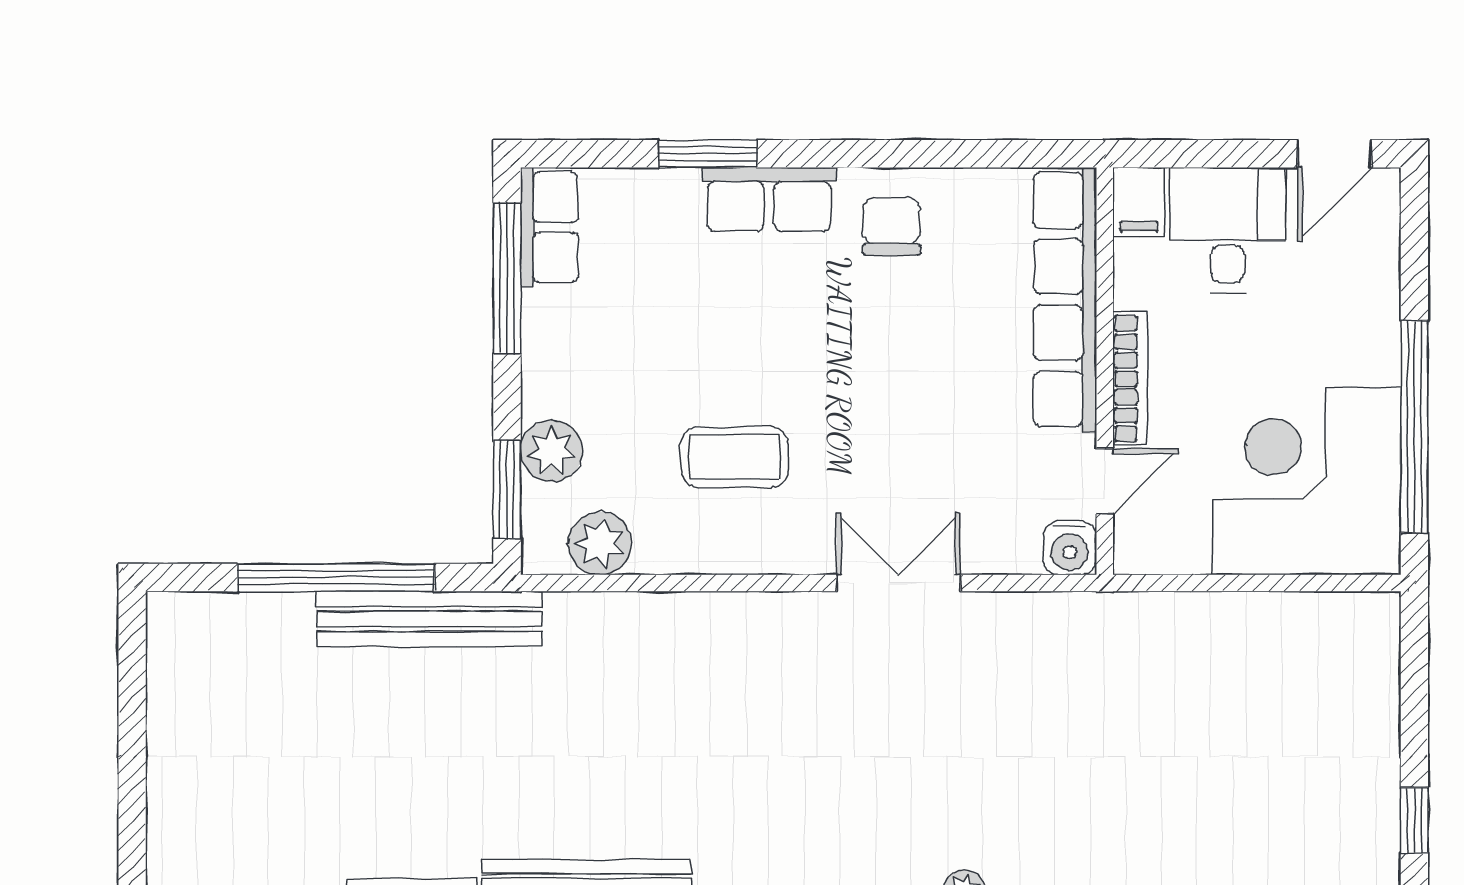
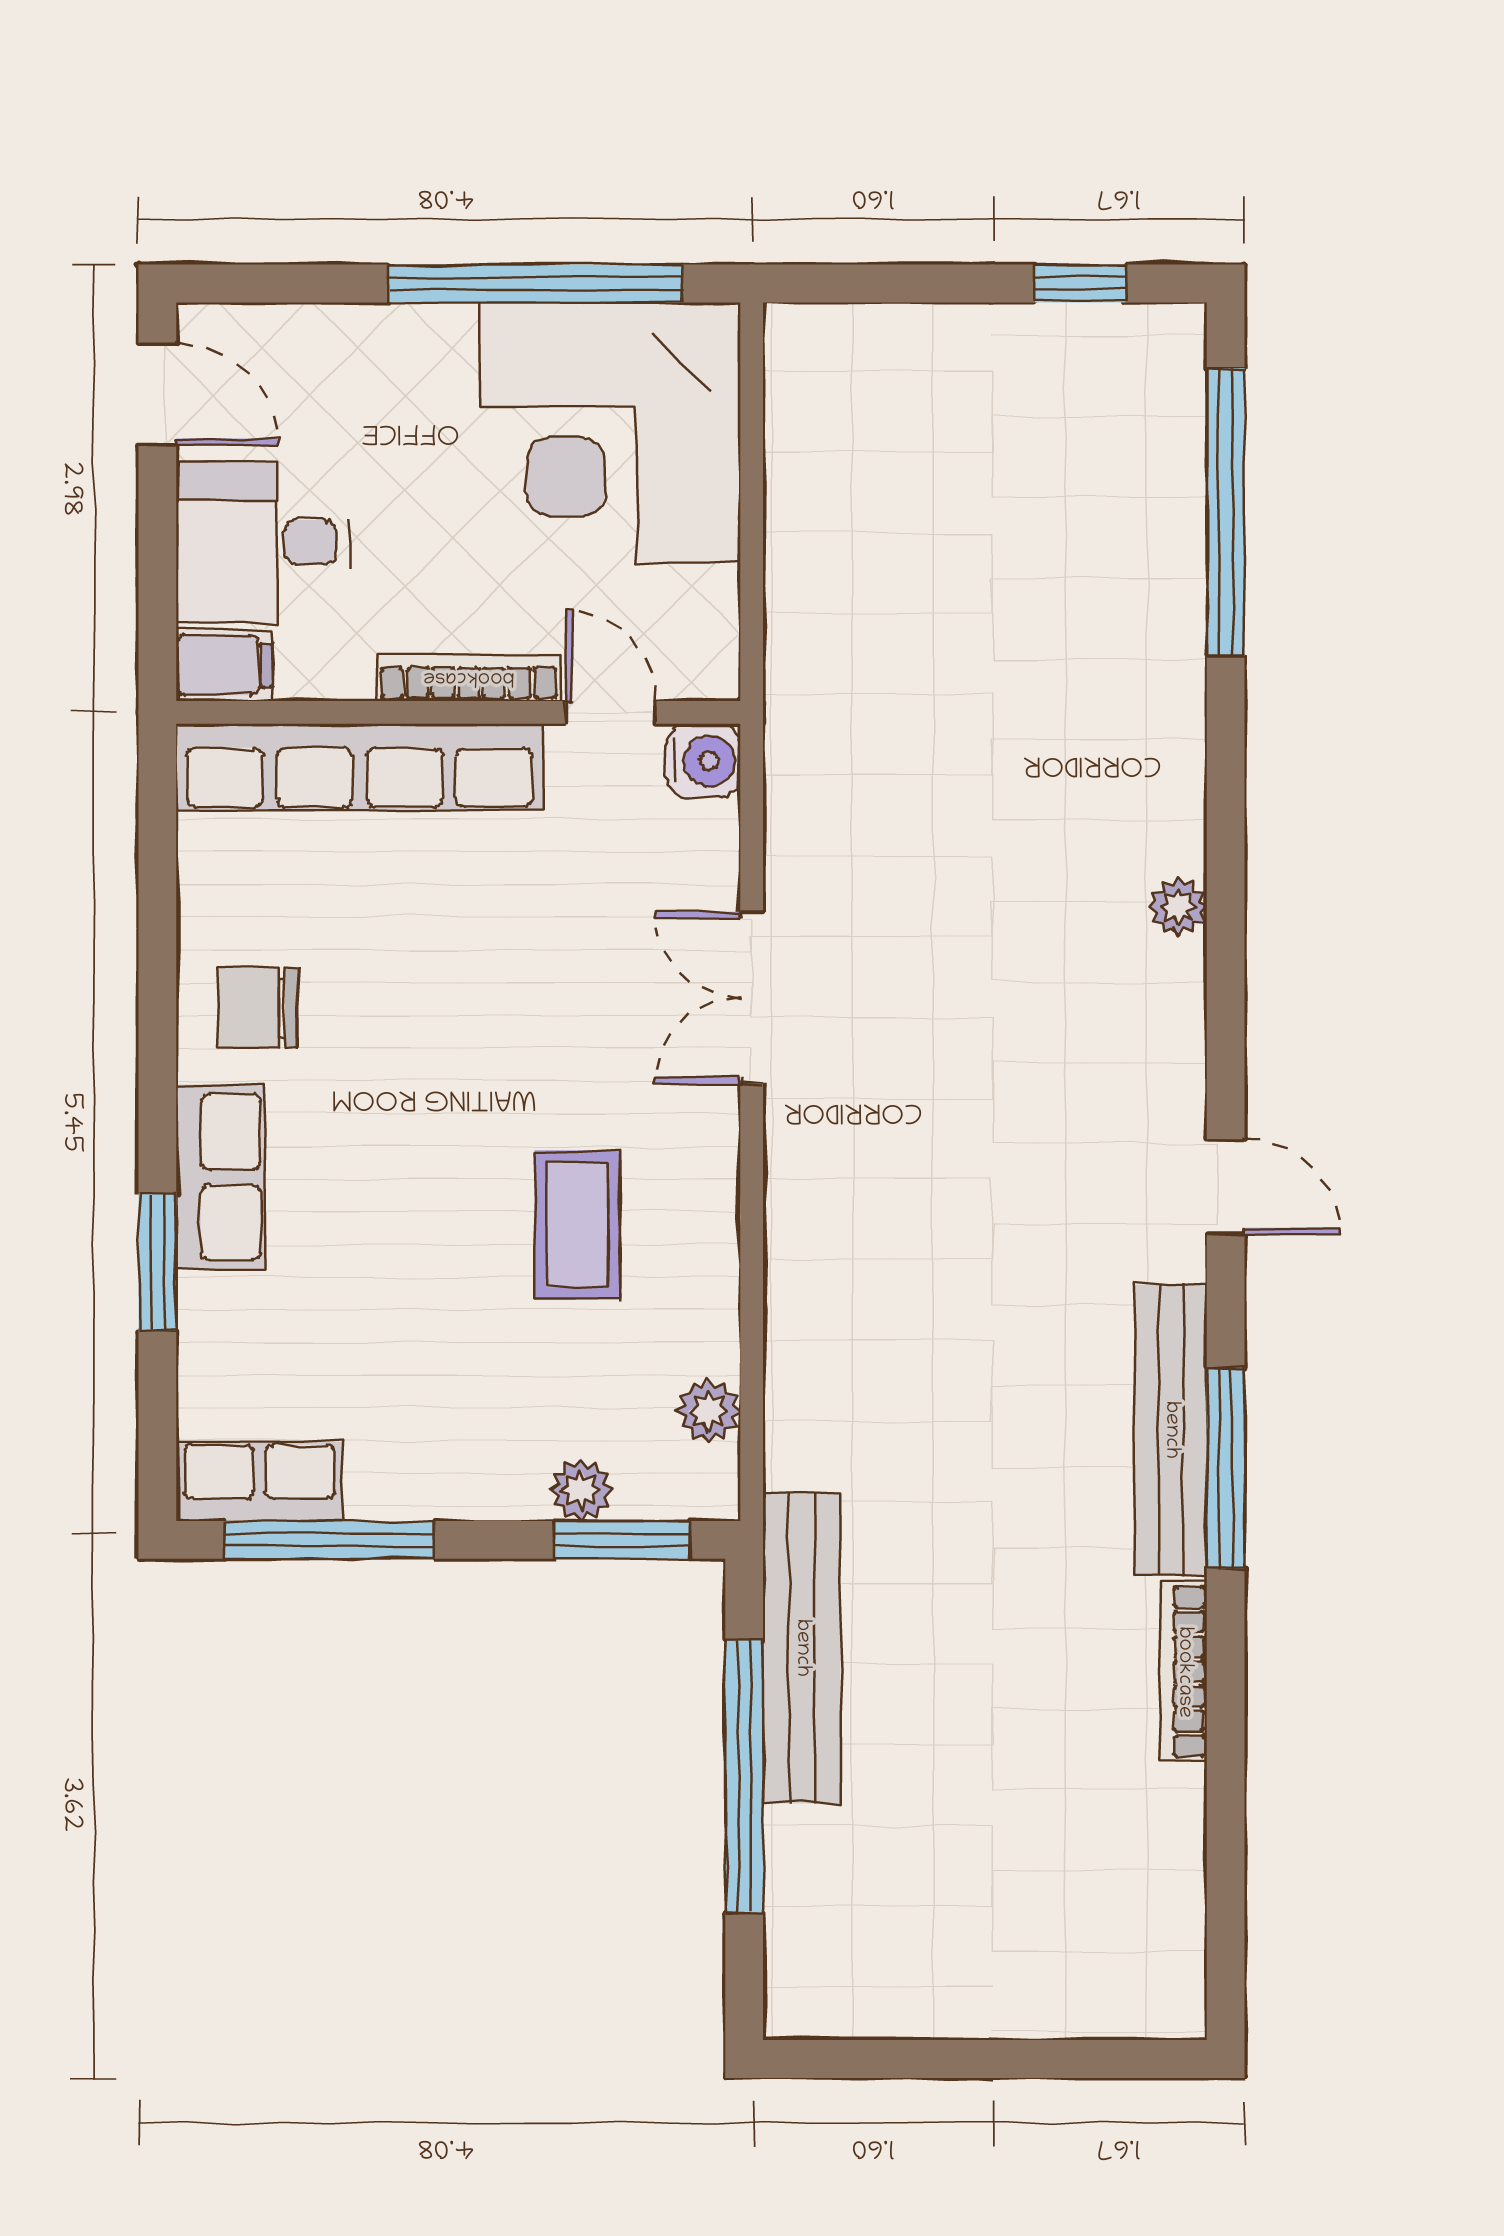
plant: (552, 451) -> (581, 1490), width x0.73, depth x0.73
plant: (600, 543) -> (709, 1411), width x0.73, depth x0.73

